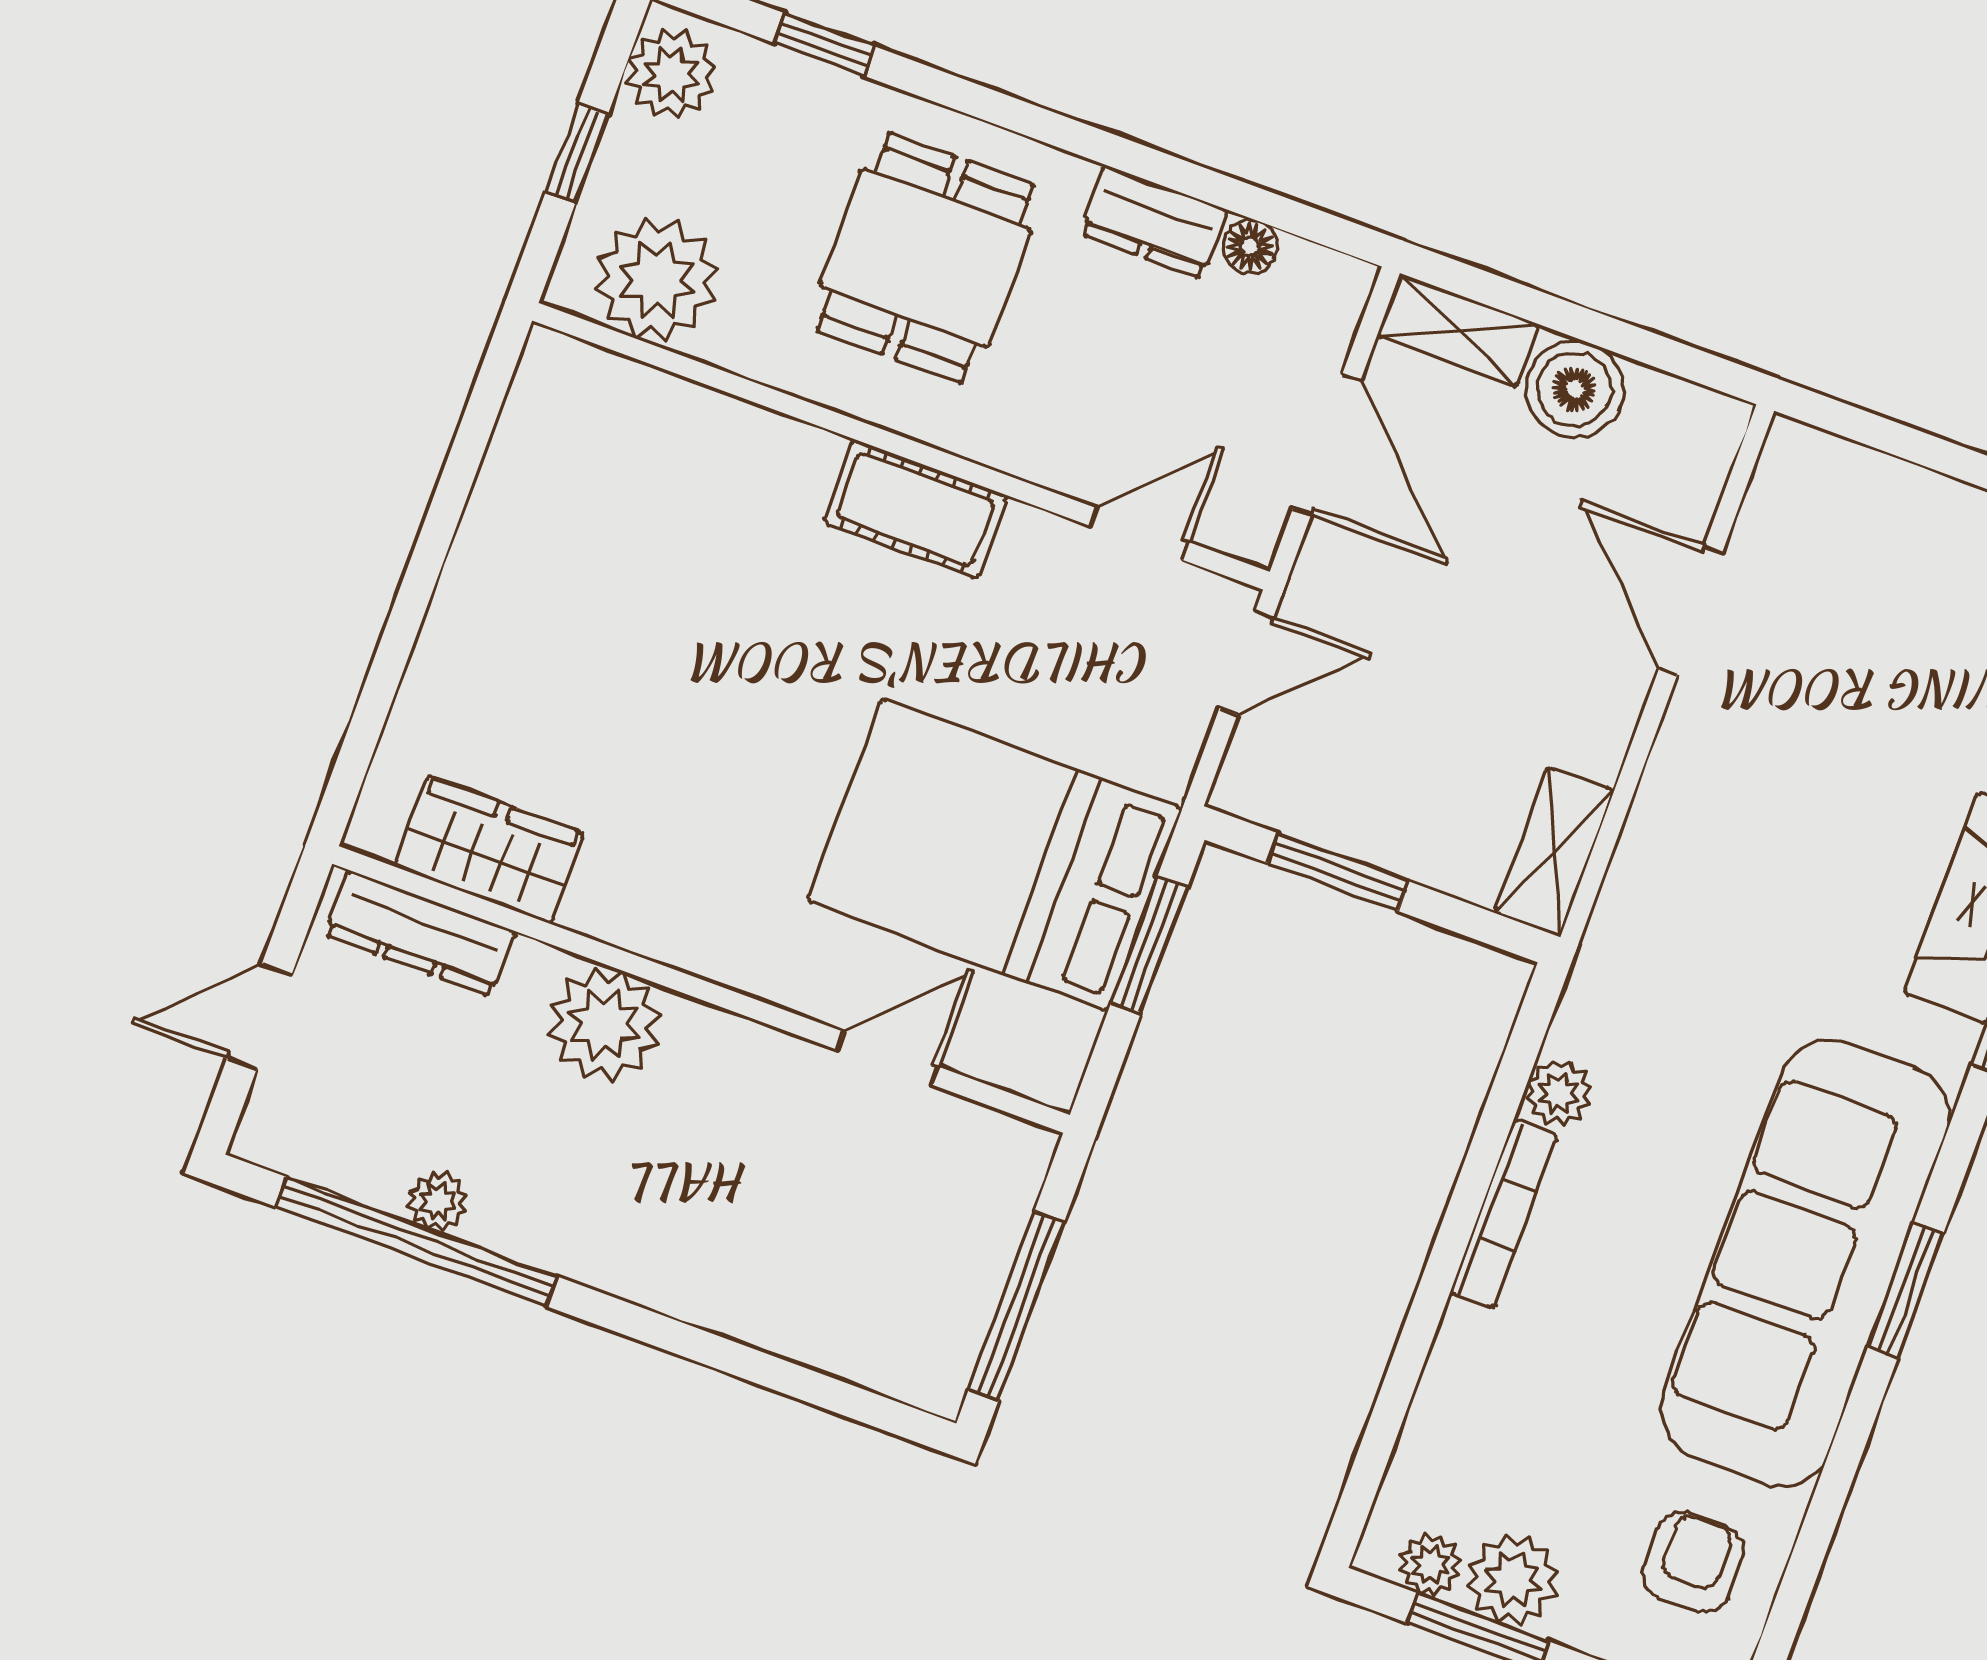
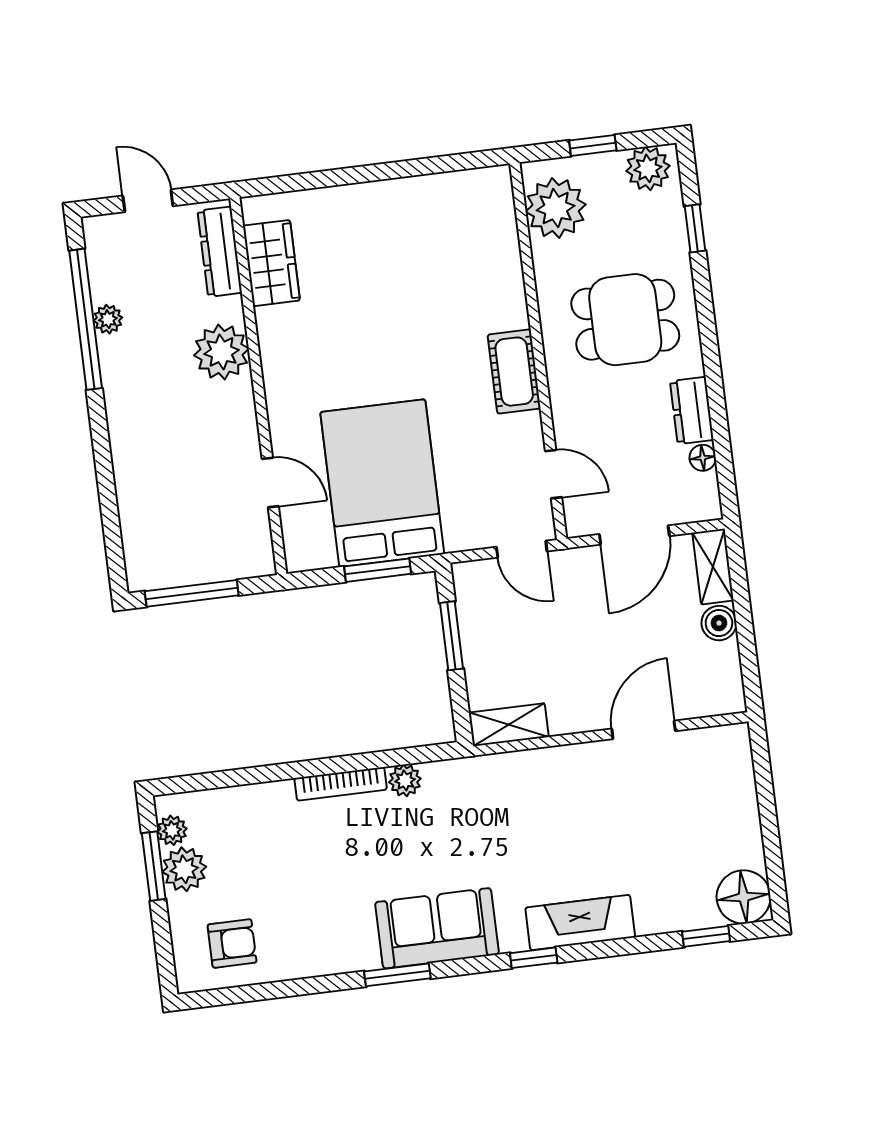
boiler: (1575, 389) -> (719, 623), width x0.73, depth x0.73
sofa: (1805, 1263) -> (437, 928), width x0.54, depth x0.79

